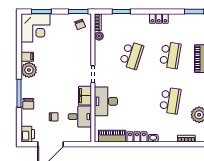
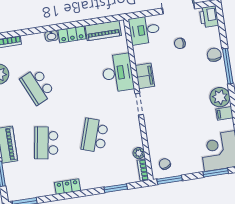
school desk: (170, 101) -> (37, 86), turned -33
desk: (80, 117) -> (144, 30), moved

